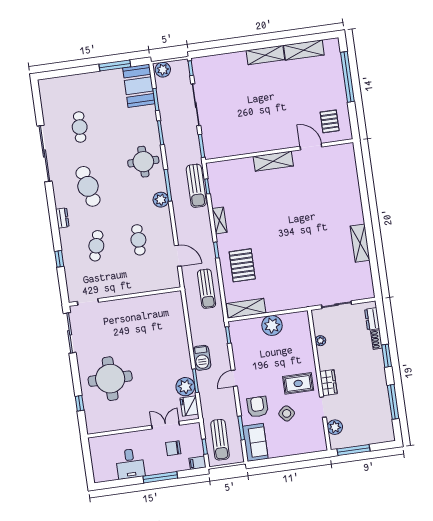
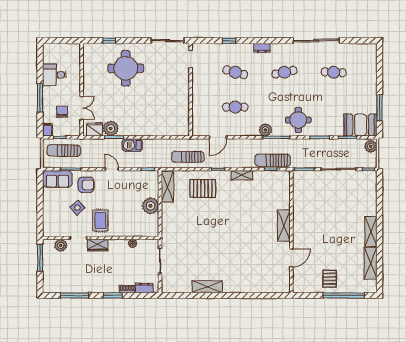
pallet: (330, 121) -> (330, 279), moved, turned 90
cafe table: (88, 186) -> (284, 72), width x0.73, depth x0.74

